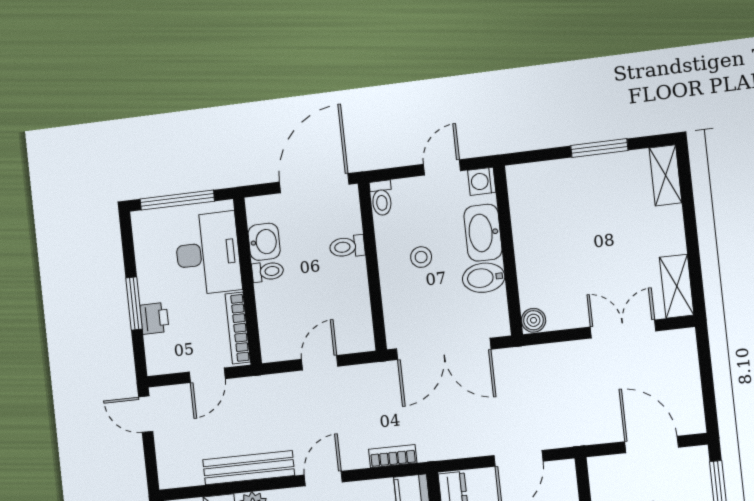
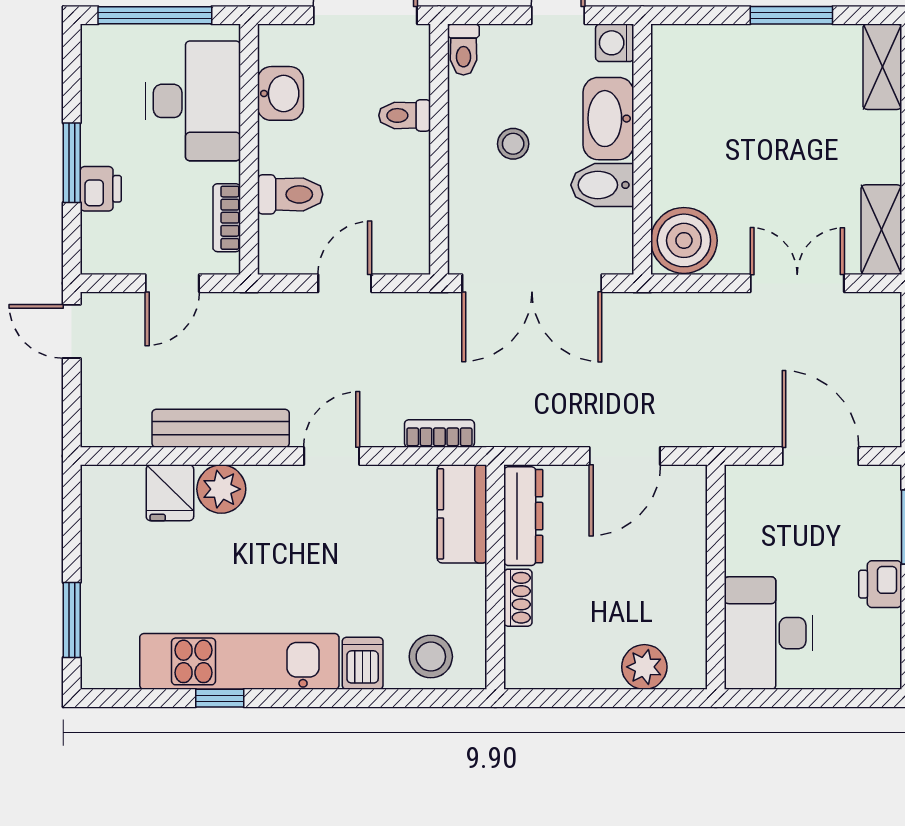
toilet: (268, 271) -> (290, 194), moved, width x1.37, depth x1.39
boiler: (533, 320) -> (684, 240), width x1.86, depth x1.86
bookcase: (238, 328) -> (227, 218), width x0.64

